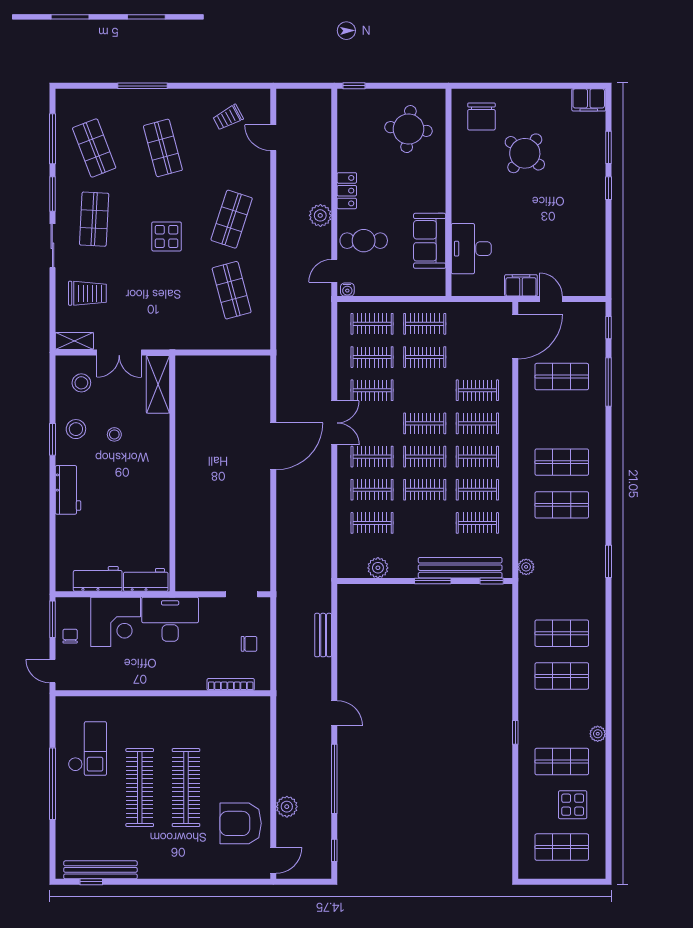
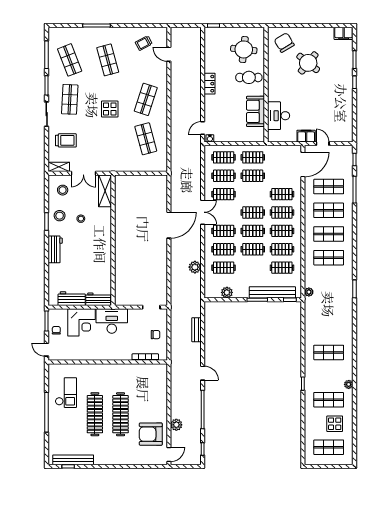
chair: (481, 116) -> (284, 43), turned 149
plant: (320, 215) -> (195, 267), moved
cafe table: (364, 241) -> (249, 77), moved
shop shelf: (562, 633) -> (329, 210), moved

